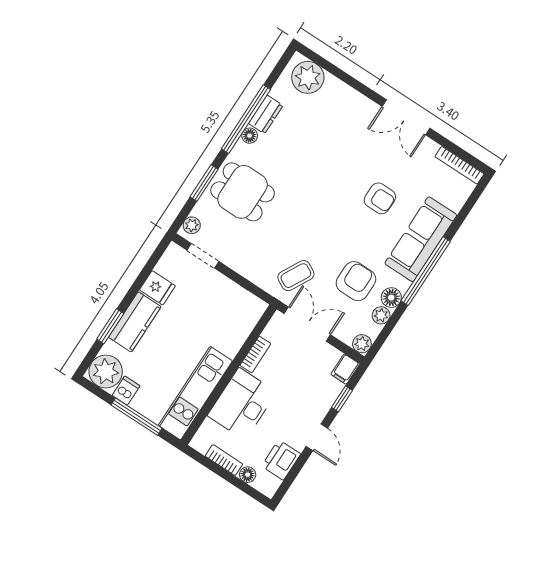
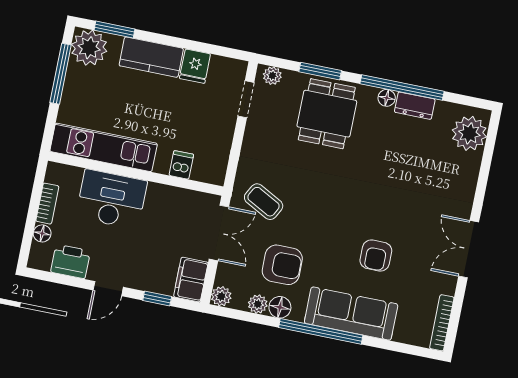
window: (110, 326) -> (114, 30), moved
bookcase: (255, 355) -> (167, 193), removed
filing cabinet: (345, 369) -> (191, 280), width x2.00
dishwasher: (126, 391) -> (181, 165), moved, turned -90
window: (137, 417) -> (61, 74), moved

